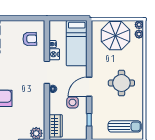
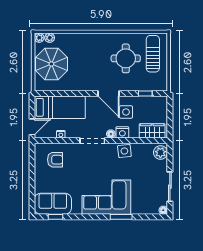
door: (59, 18) -> (32, 127), added
armchair: (30, 39) -> (55, 160), turned 92
nightstand: (54, 54) -> (122, 132), moved
round table: (121, 83) -> (126, 58), moved
side table: (38, 101) -> (124, 151), added

